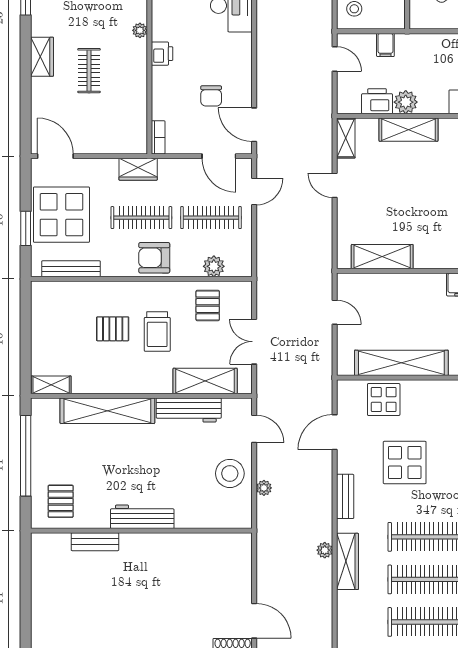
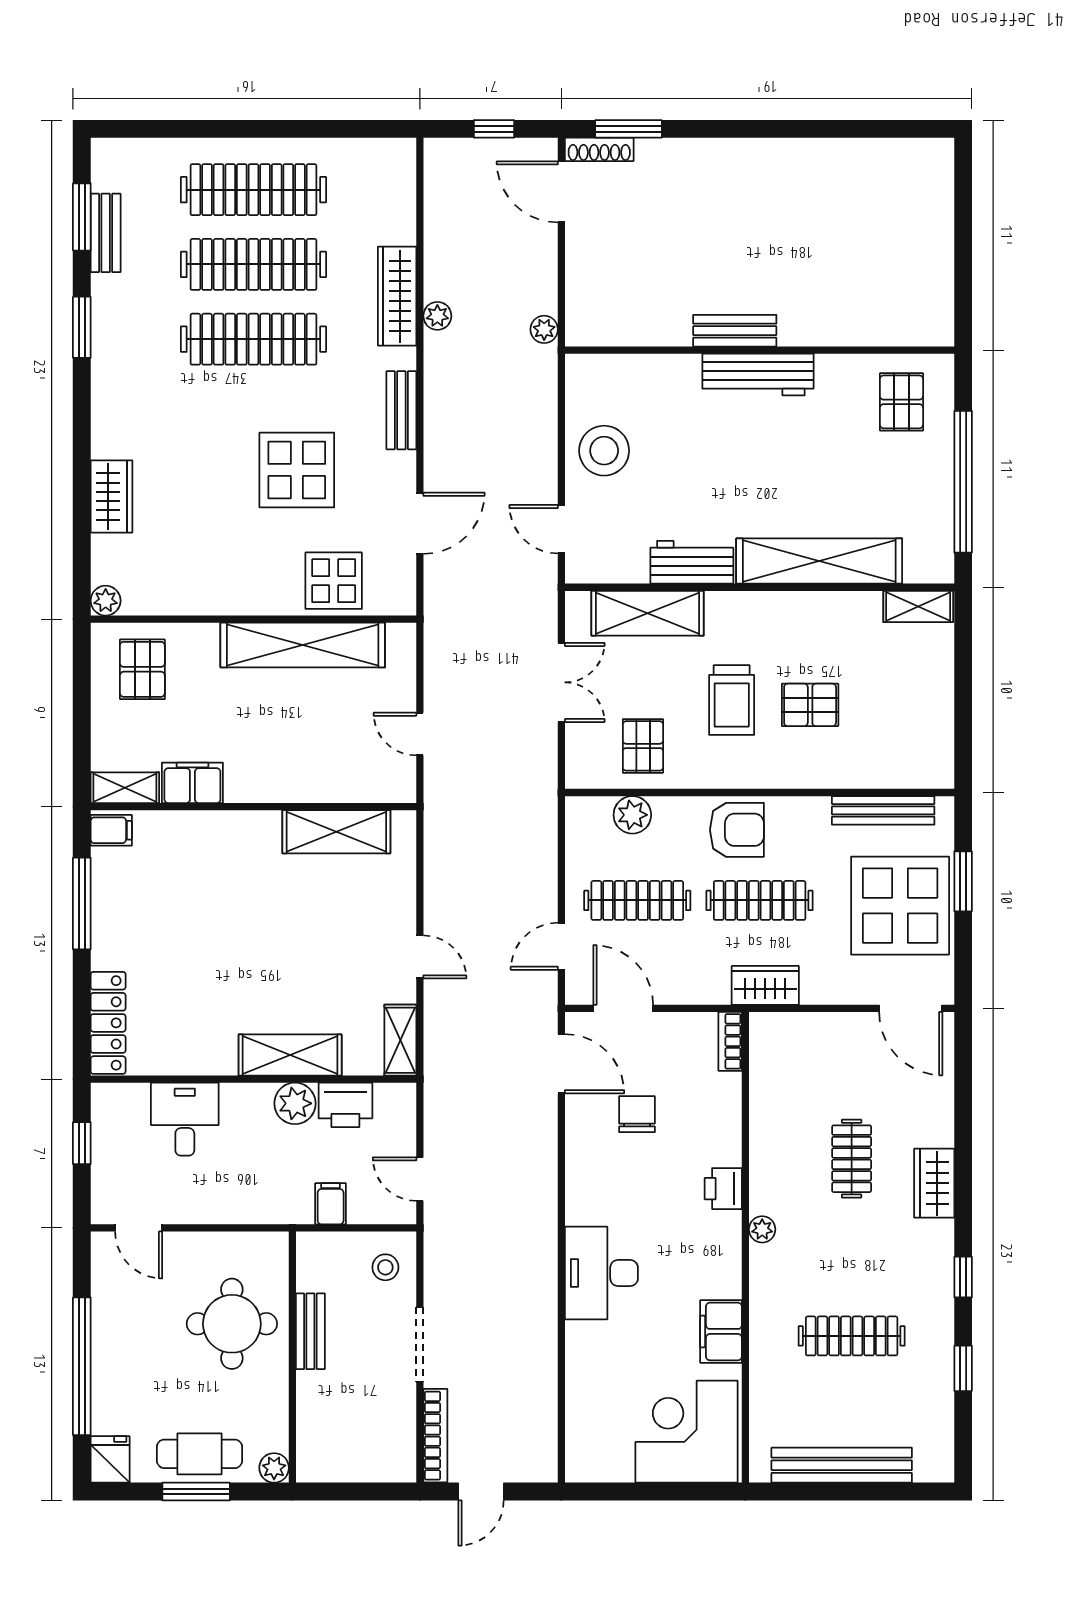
trolley: (157, 332) -> (732, 700), turned 180
workbench: (189, 410) -> (692, 562), width x0.73
plant: (264, 488) -> (544, 329), moved
bench: (95, 542) -> (735, 331), moved

